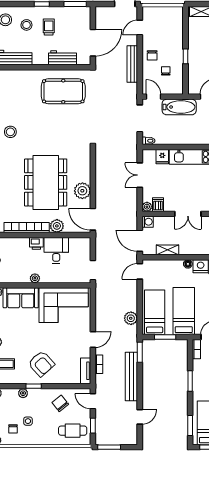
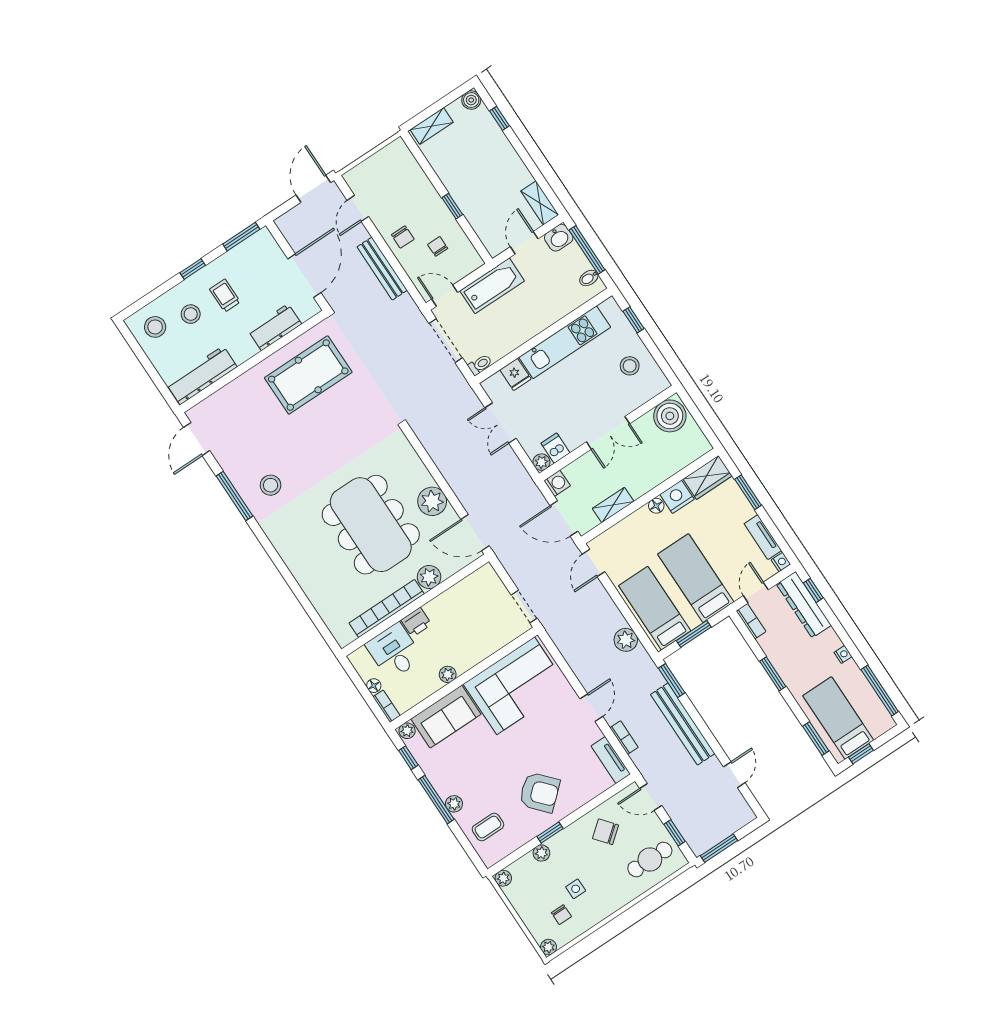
desk: (56, 250) -> (394, 651), moved

